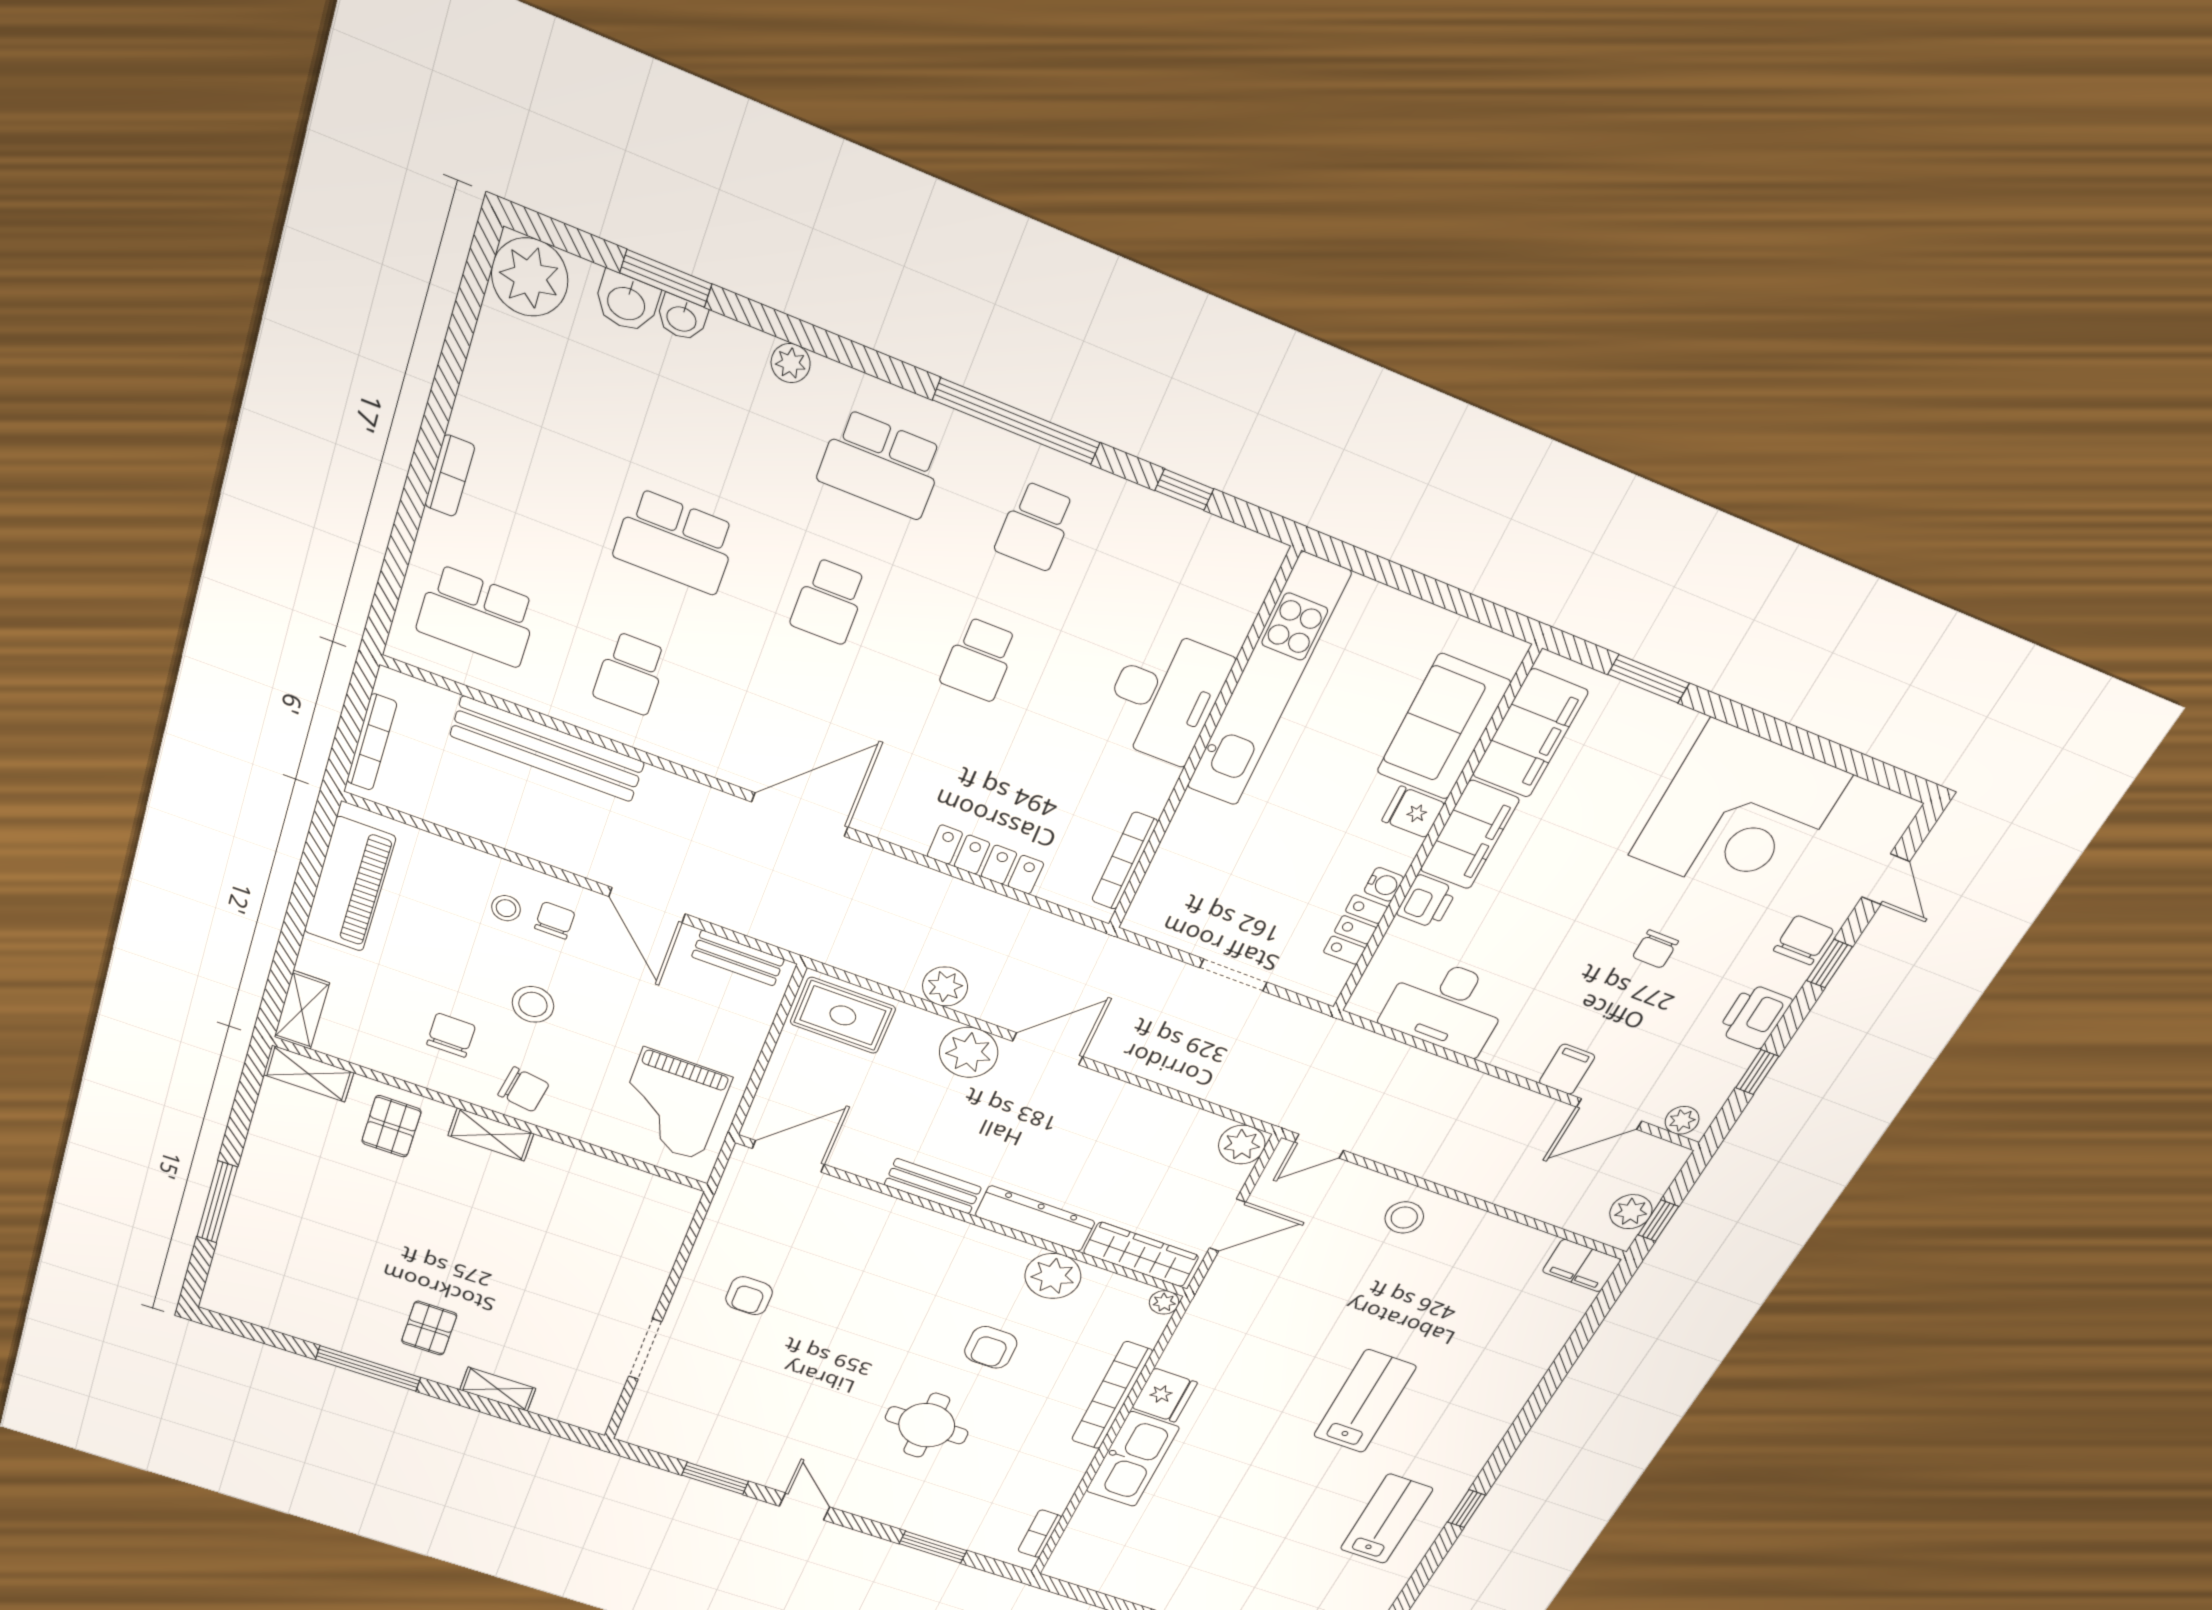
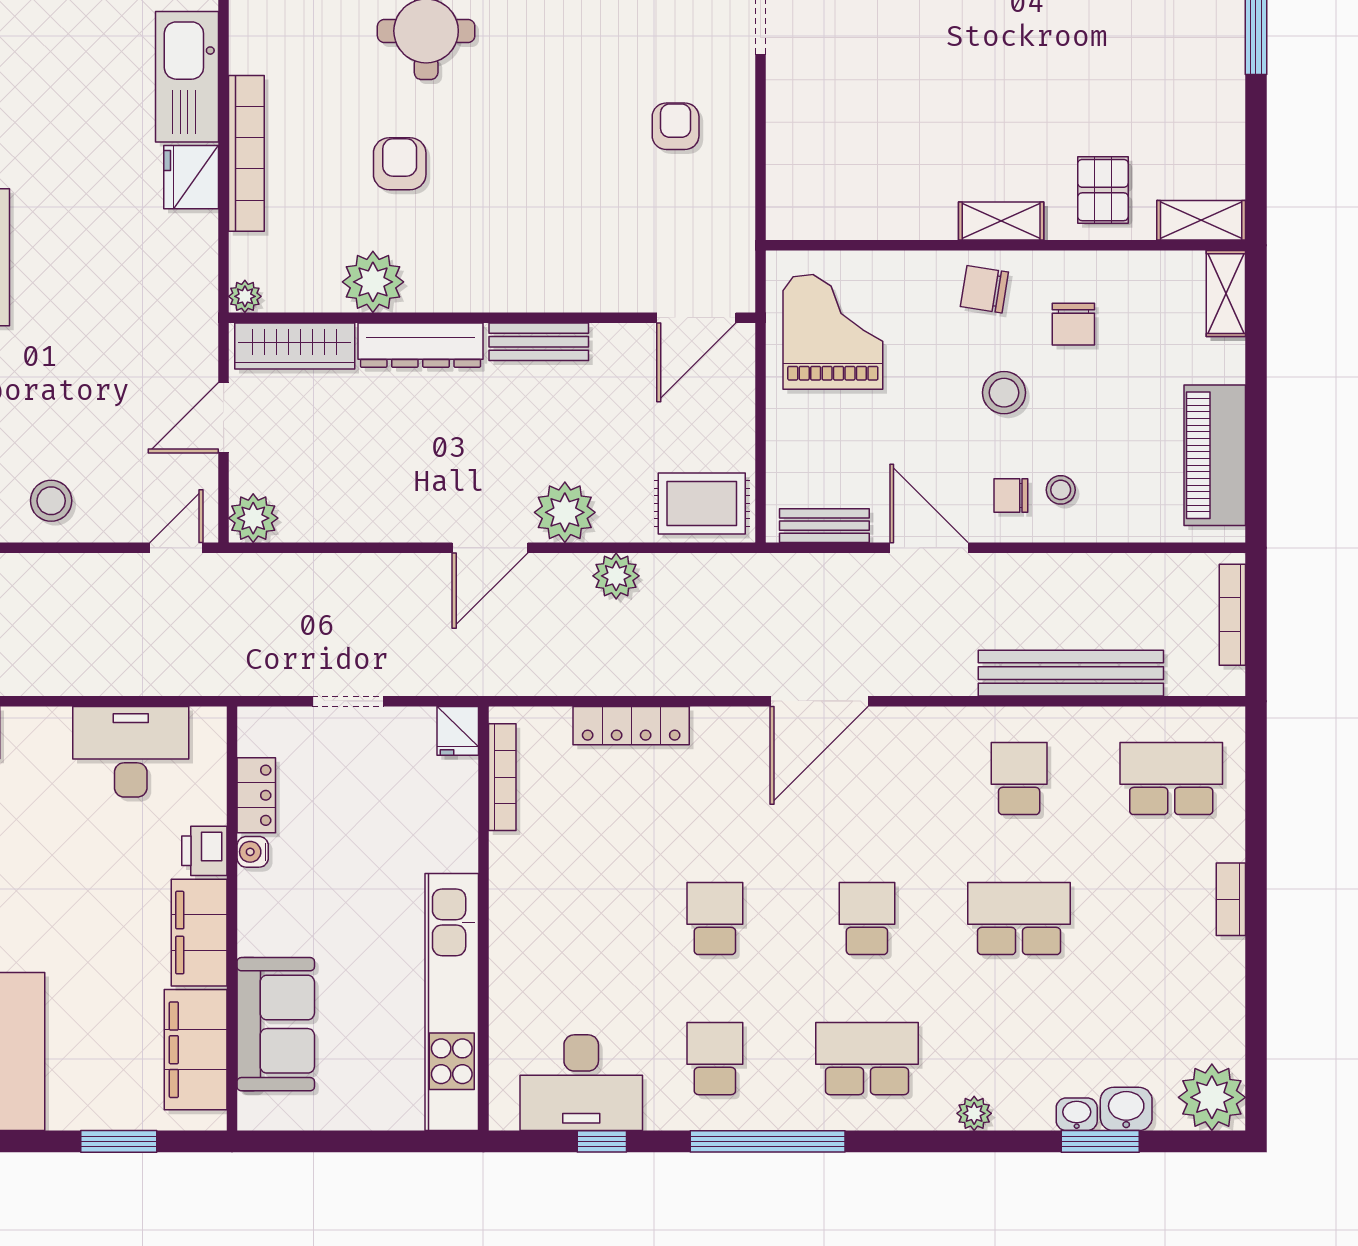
desk: (1165, 696) -> (581, 1083), moved, turned -90
fridge: (1413, 812) -> (458, 731), moved, turned 90
chair: (555, 920) -> (1011, 495), turned 90

